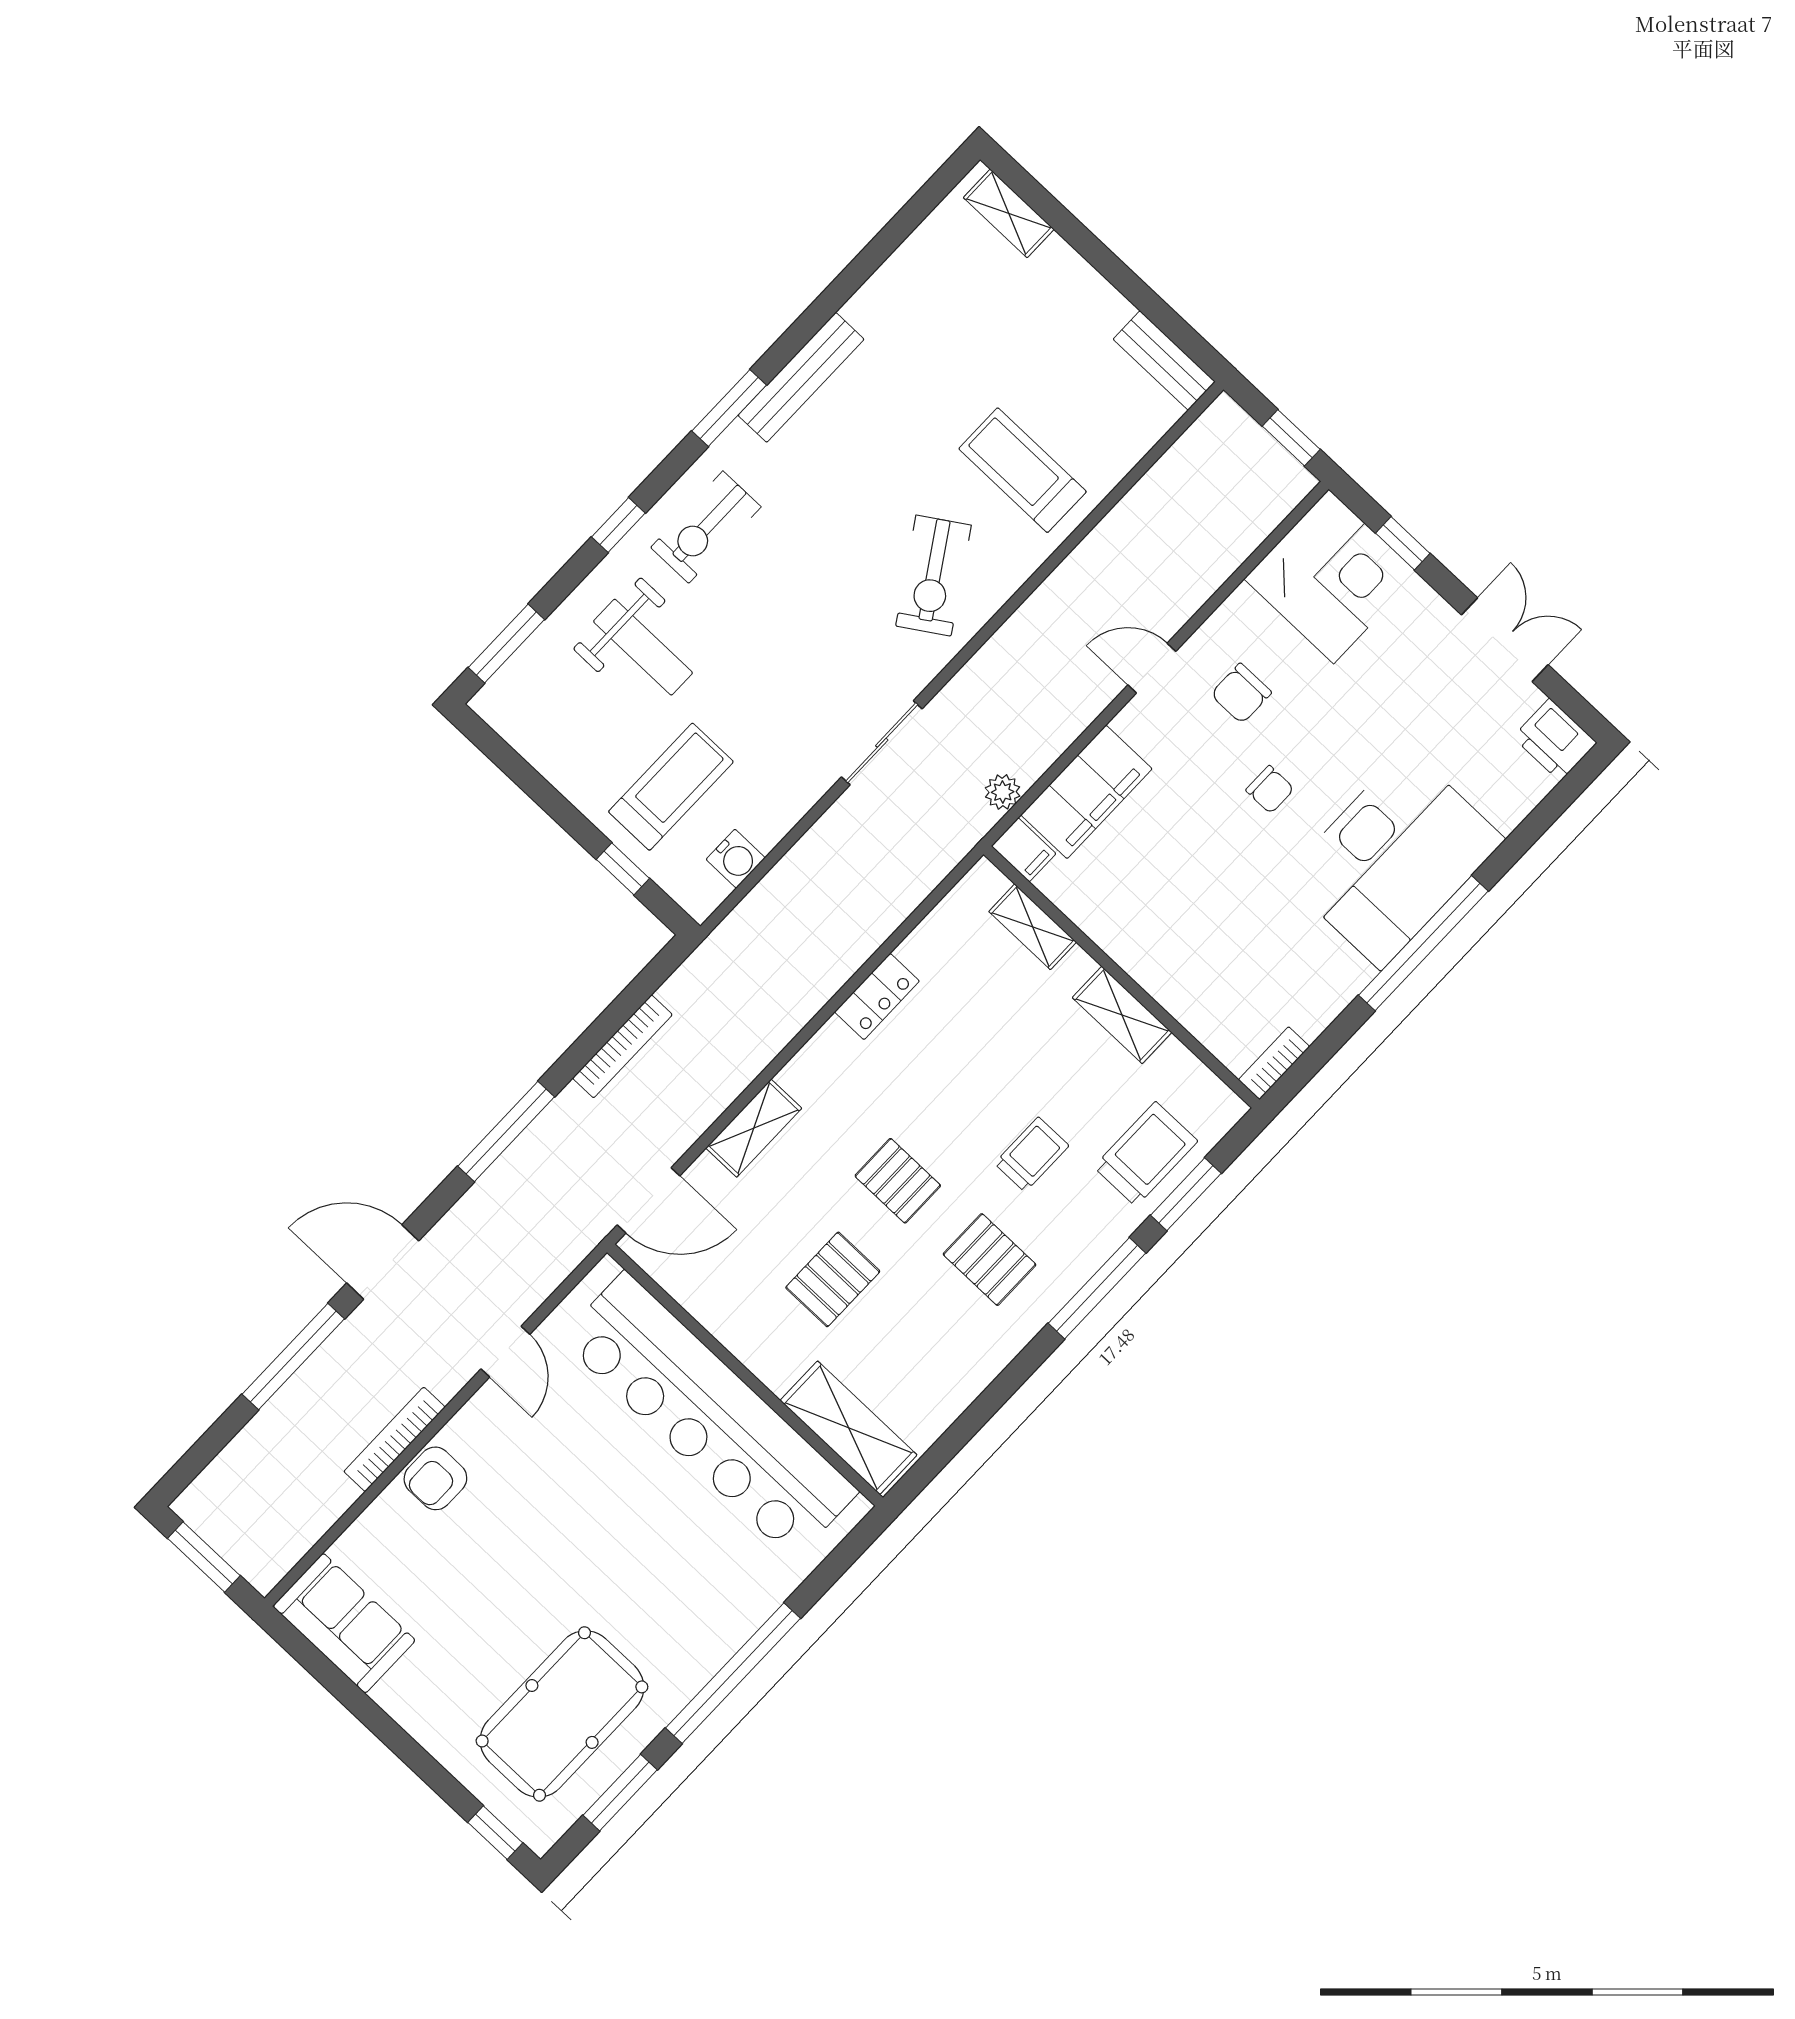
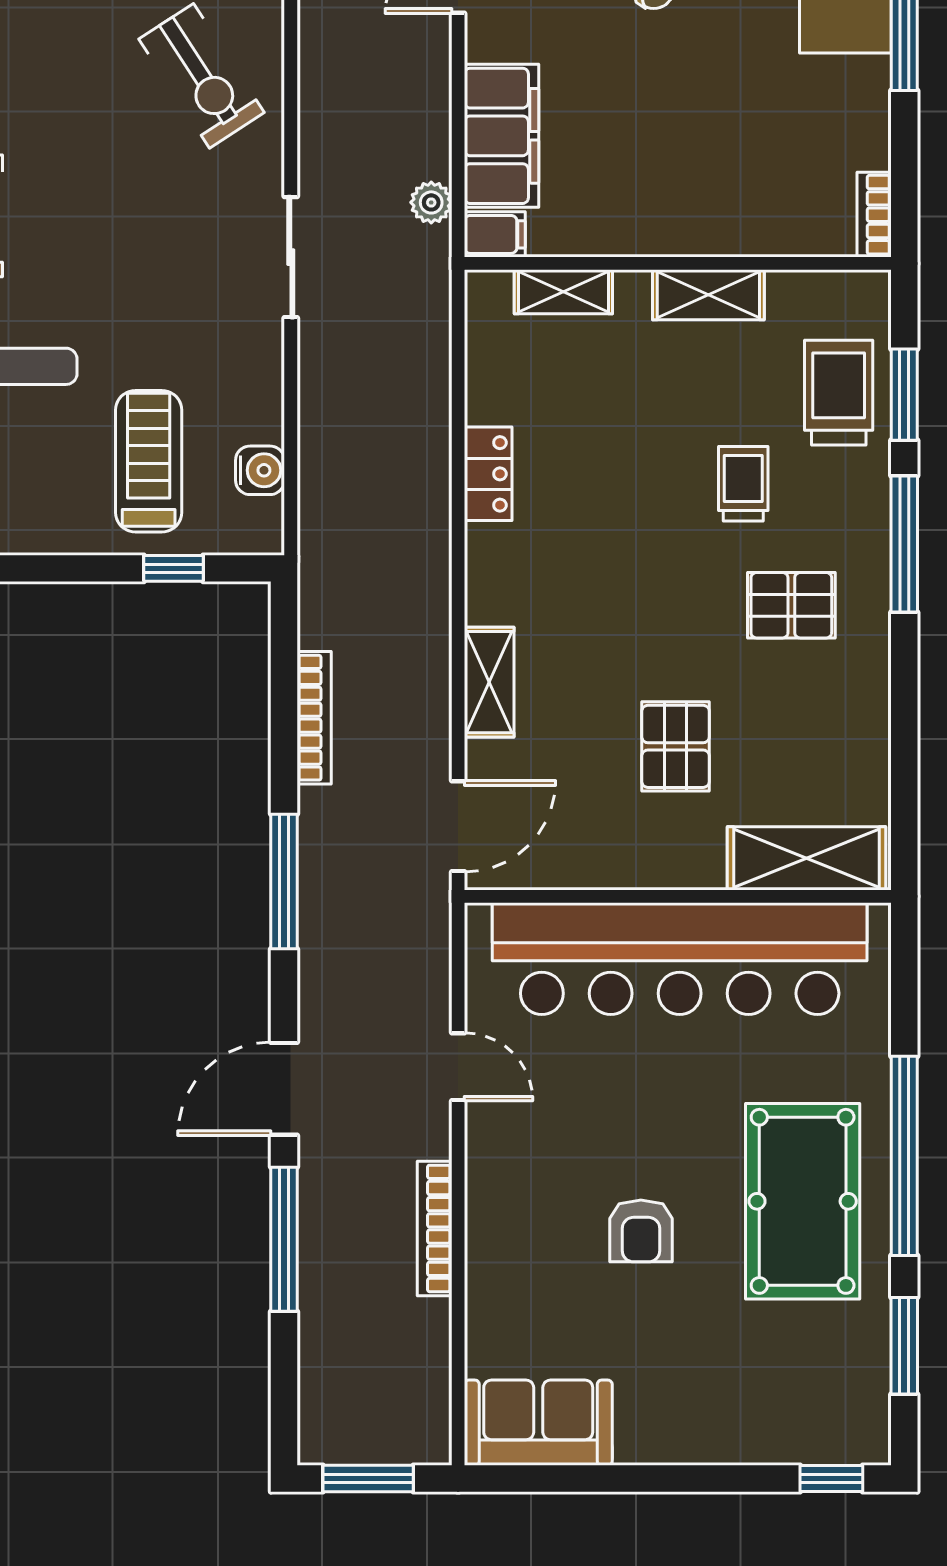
pallet: (898, 1181) -> (652, 612), removed
armchair: (435, 1478) -> (641, 1231), moved
pool table: (562, 1714) -> (803, 1201), moved

